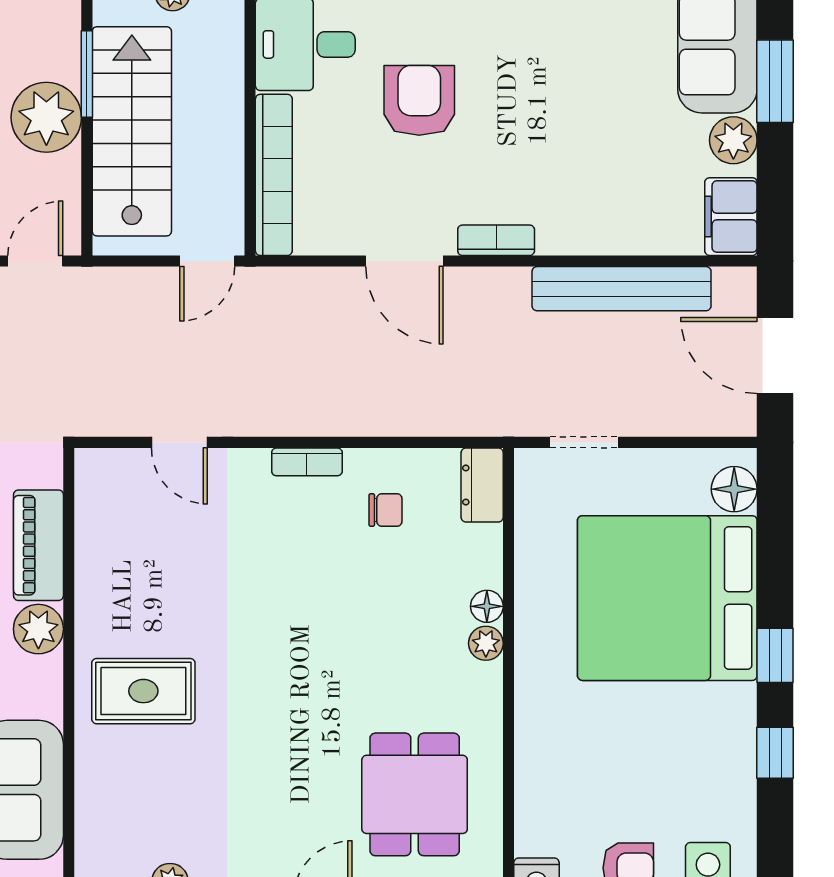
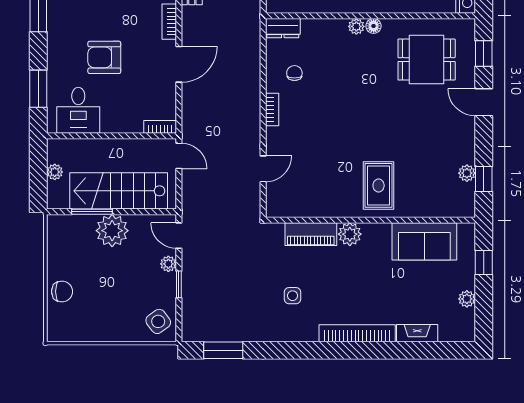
bookcase: (274, 175) -> (160, 127), width x0.43, depth x0.76
floor lamp: (487, 606) -> (374, 26), moved

